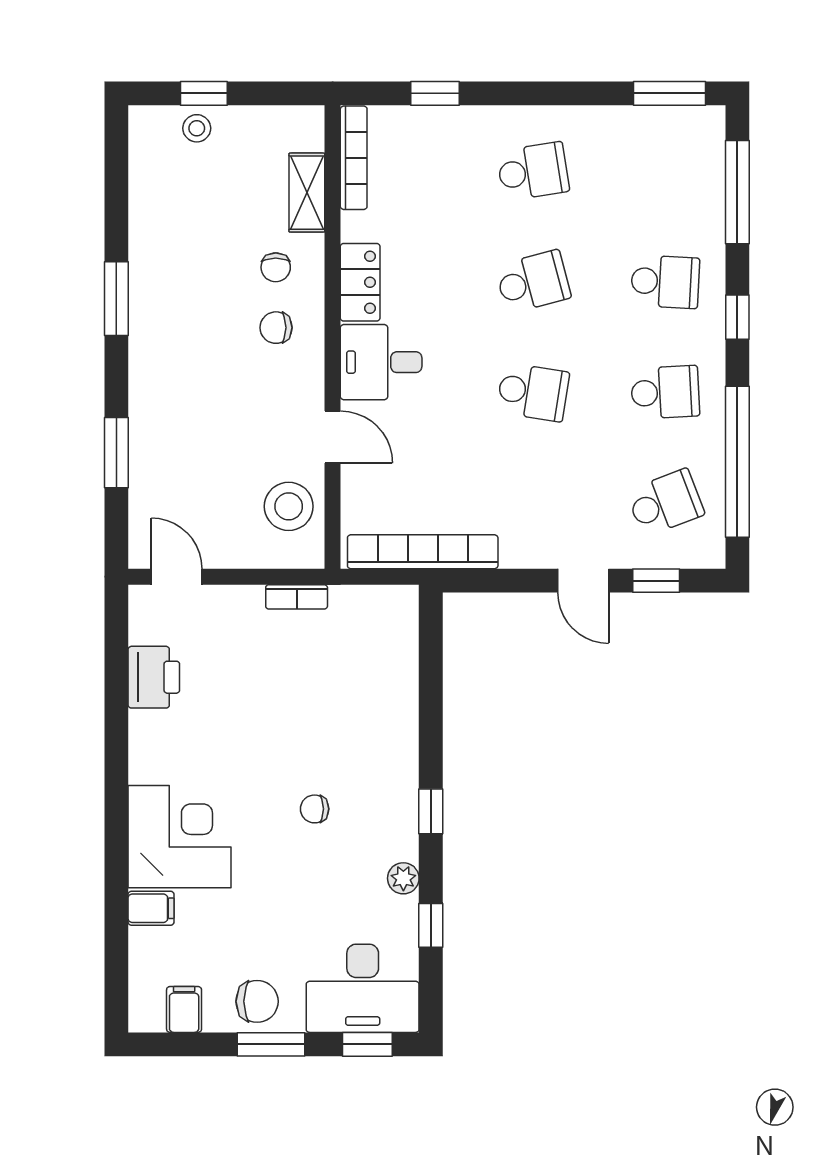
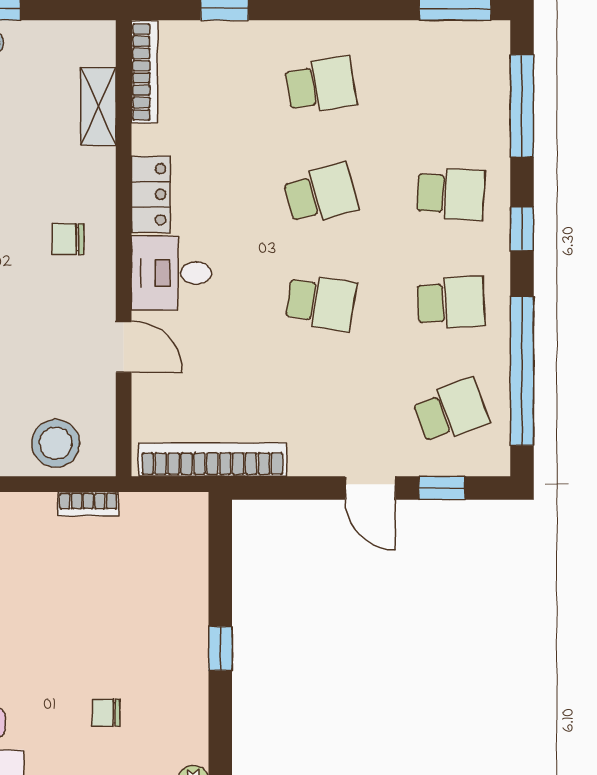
chair: (276, 267) -> (68, 180), removed
stool: (289, 506) -> (56, 443), moved
window: (431, 811) -> (220, 649), moved

